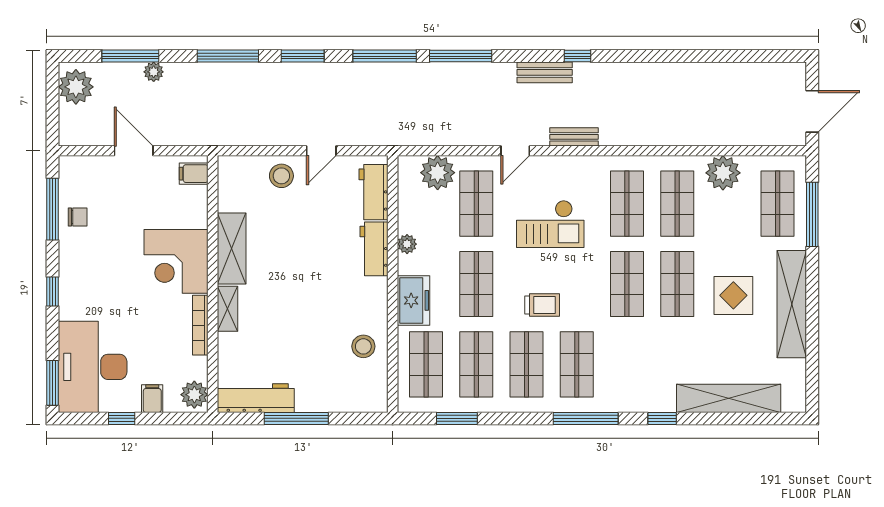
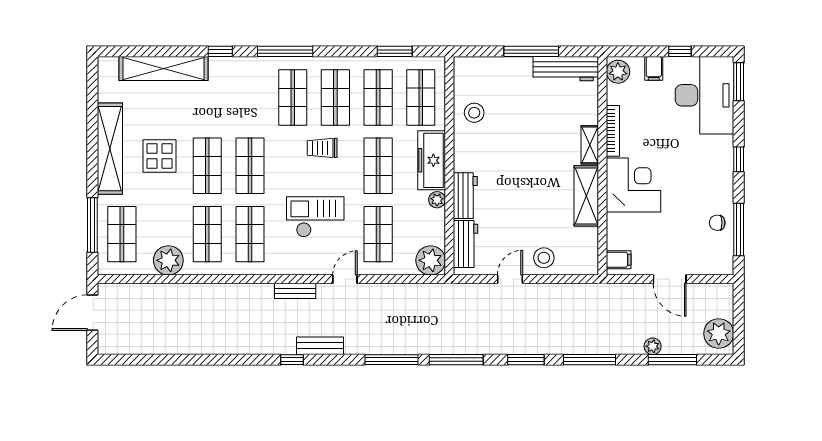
plant: (438, 173) -> (431, 260), moved
freezer: (413, 300) -> (432, 160), width x1.40

